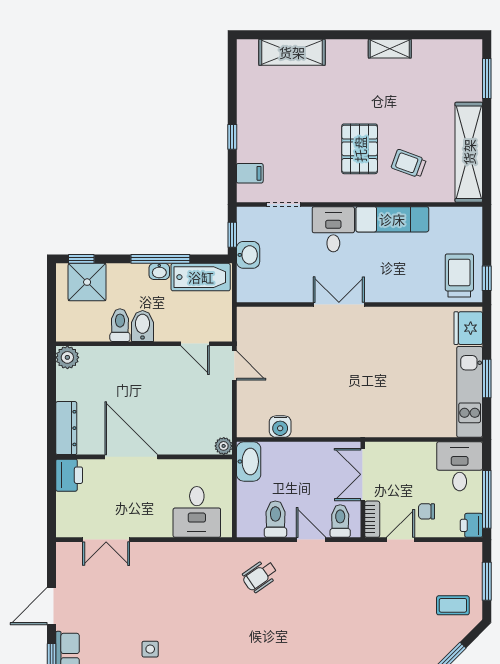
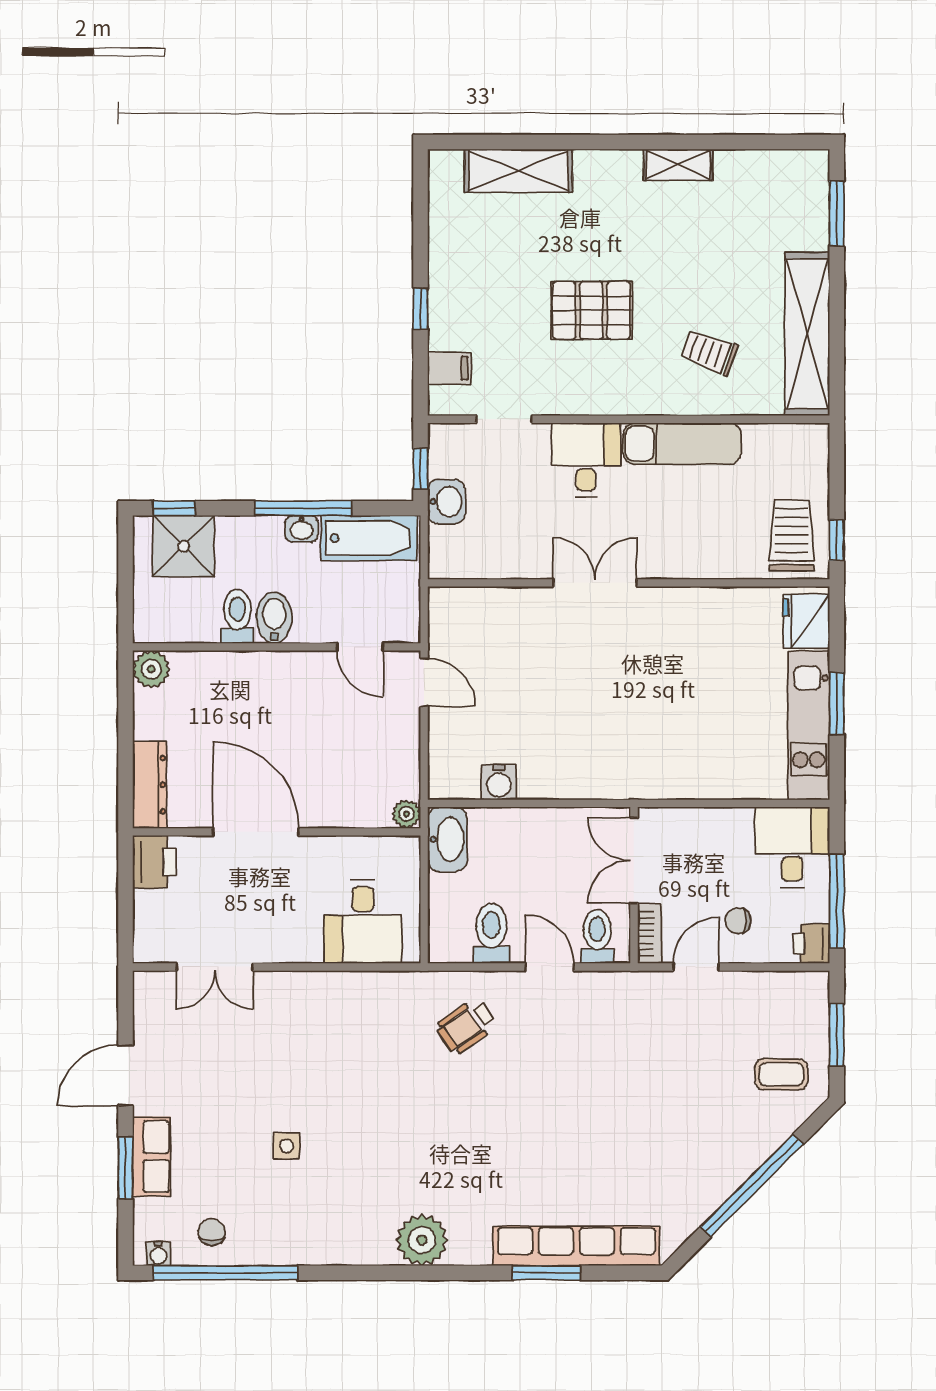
pallet: (360, 149) -> (591, 310), moved, turned 90

